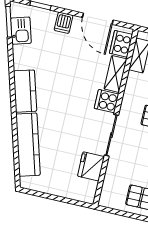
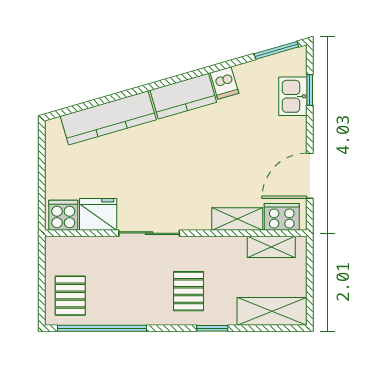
dishwasher: (64, 23) -> (224, 83), moved, turned -106
kitchen sink: (21, 31) -> (293, 96), moved, turned 106
cooker: (107, 101) -> (63, 215), moved

